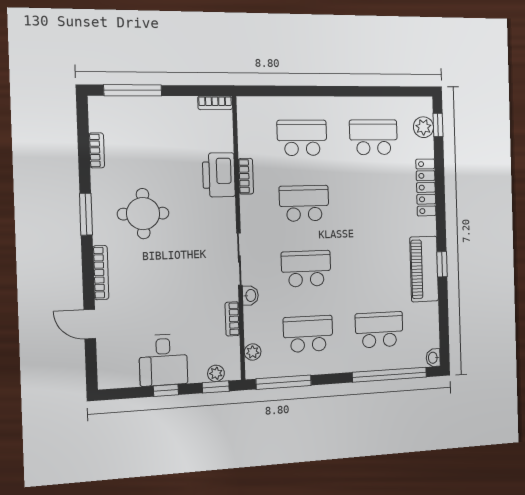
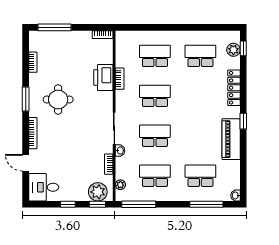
window: (442, 264) -> (243, 121), moved
desk: (163, 360) -> (44, 187), moved, turned 90
plant: (216, 373) -> (98, 192), width x1.88, depth x1.88
window: (390, 375) -> (206, 204), width x0.68

